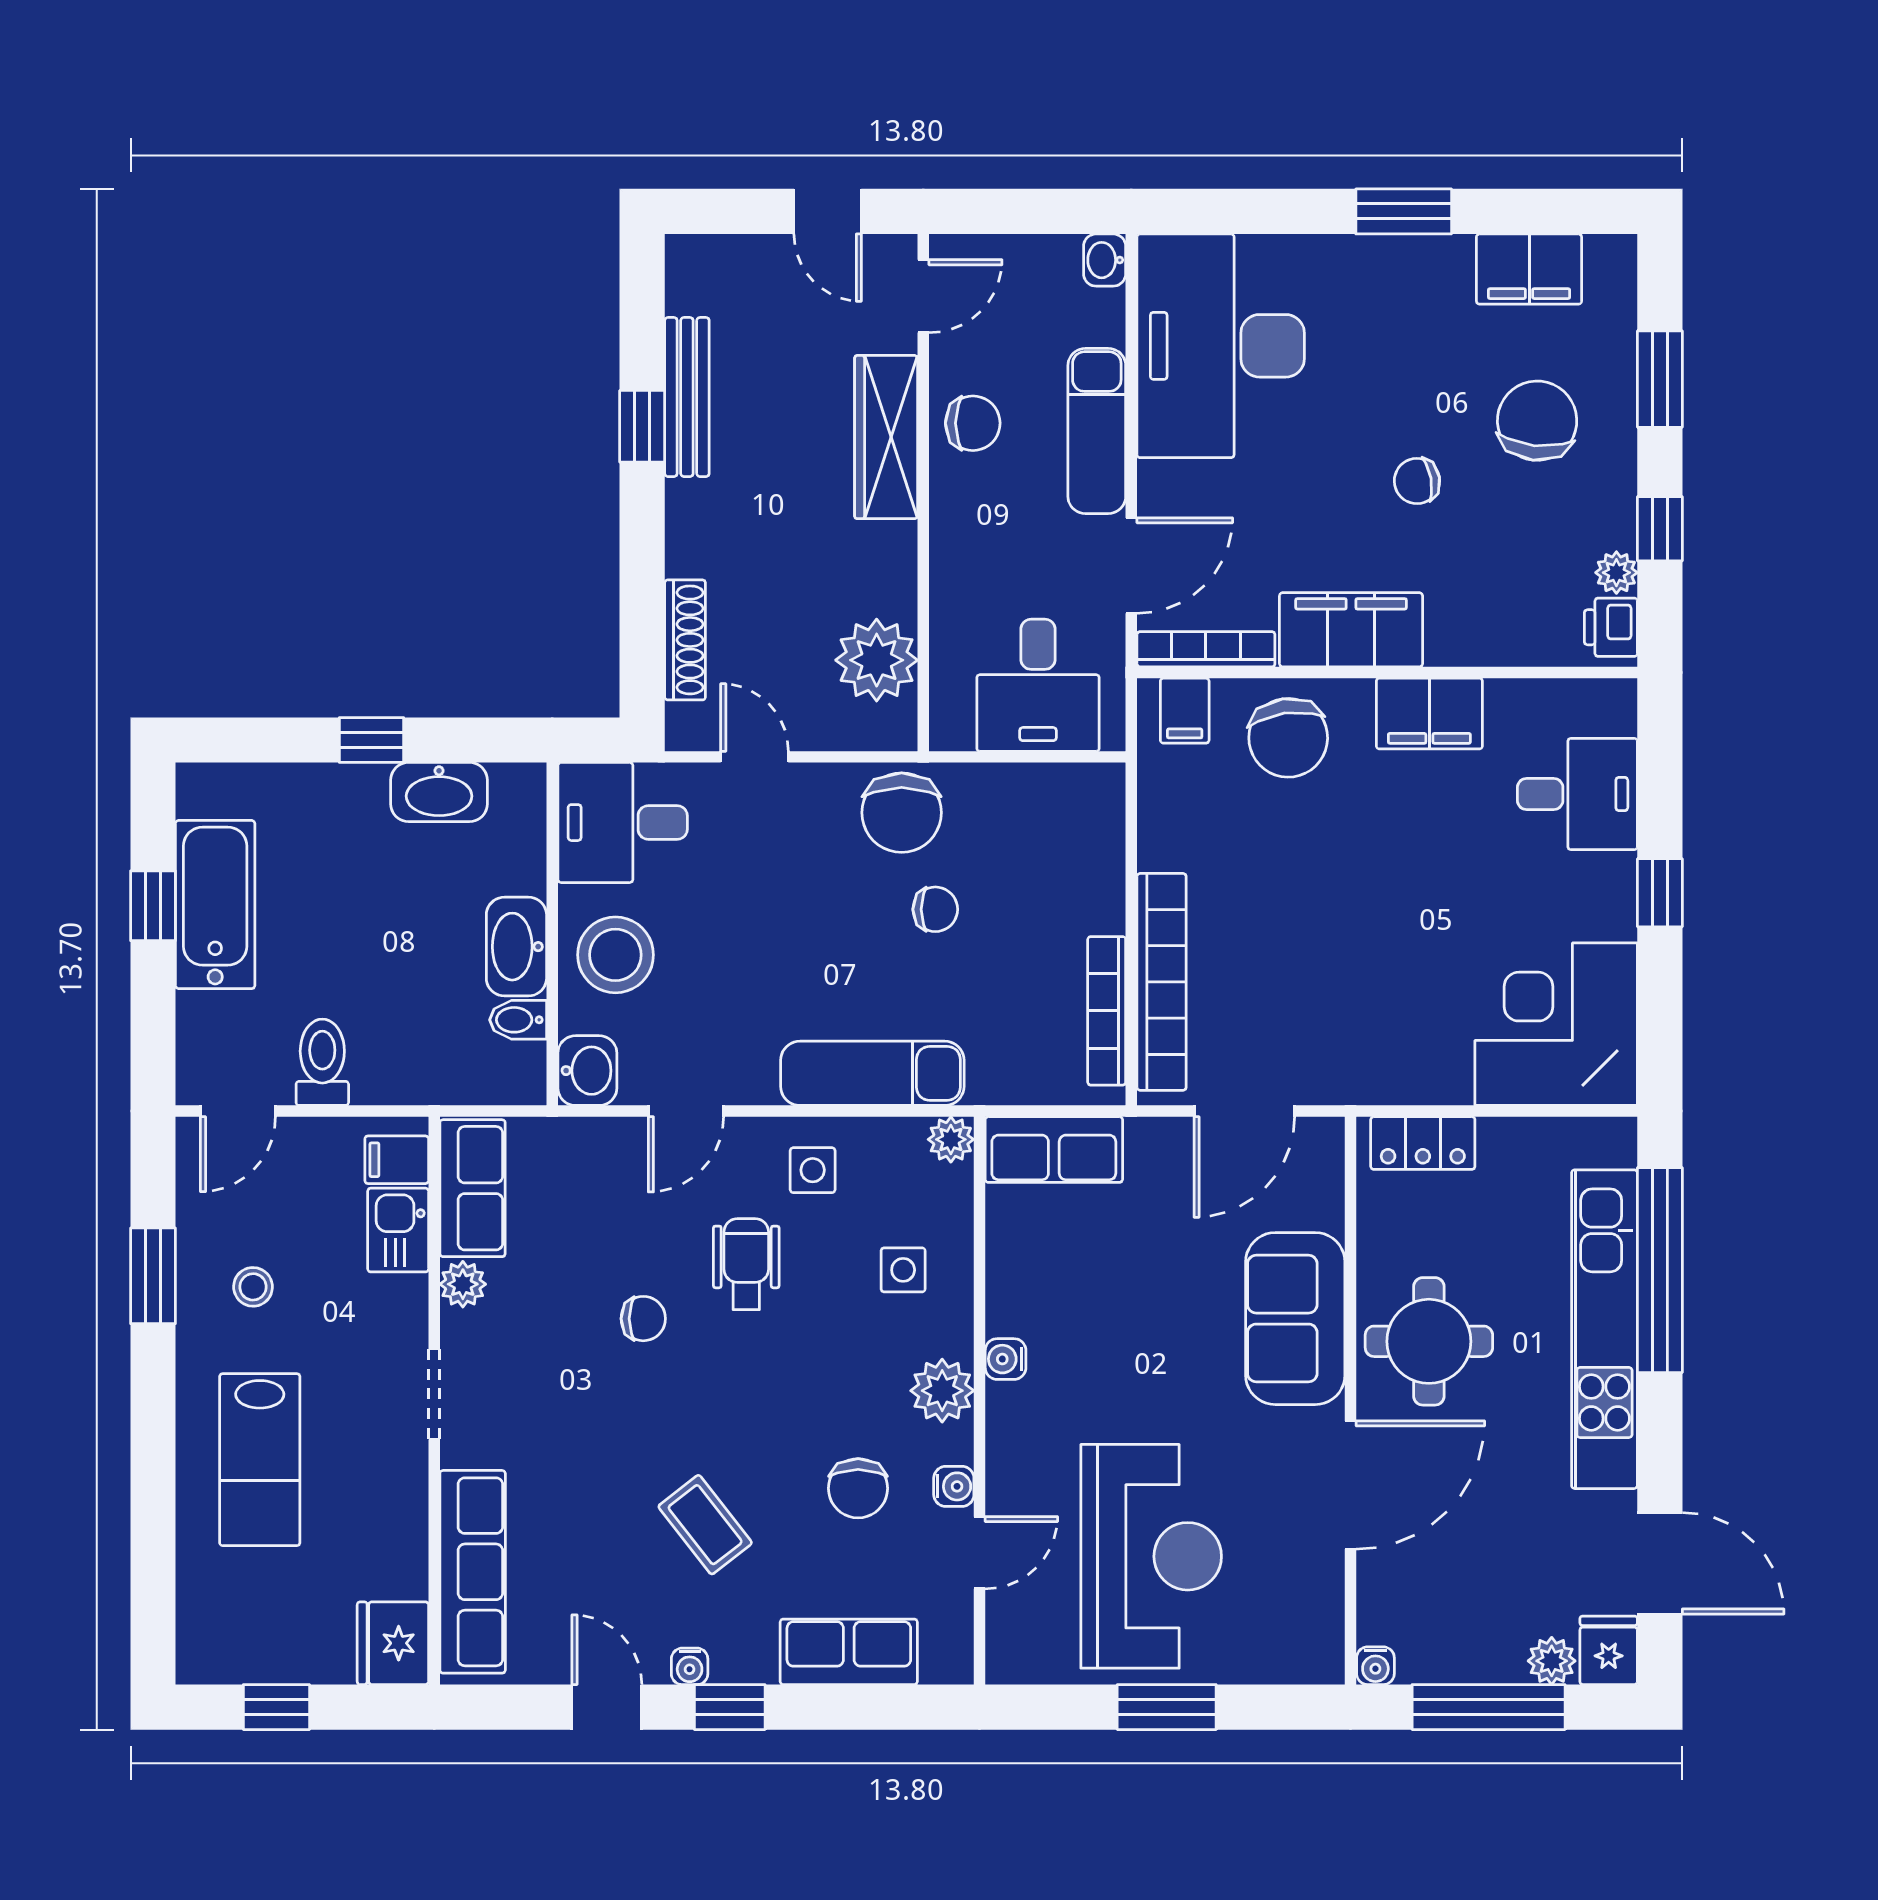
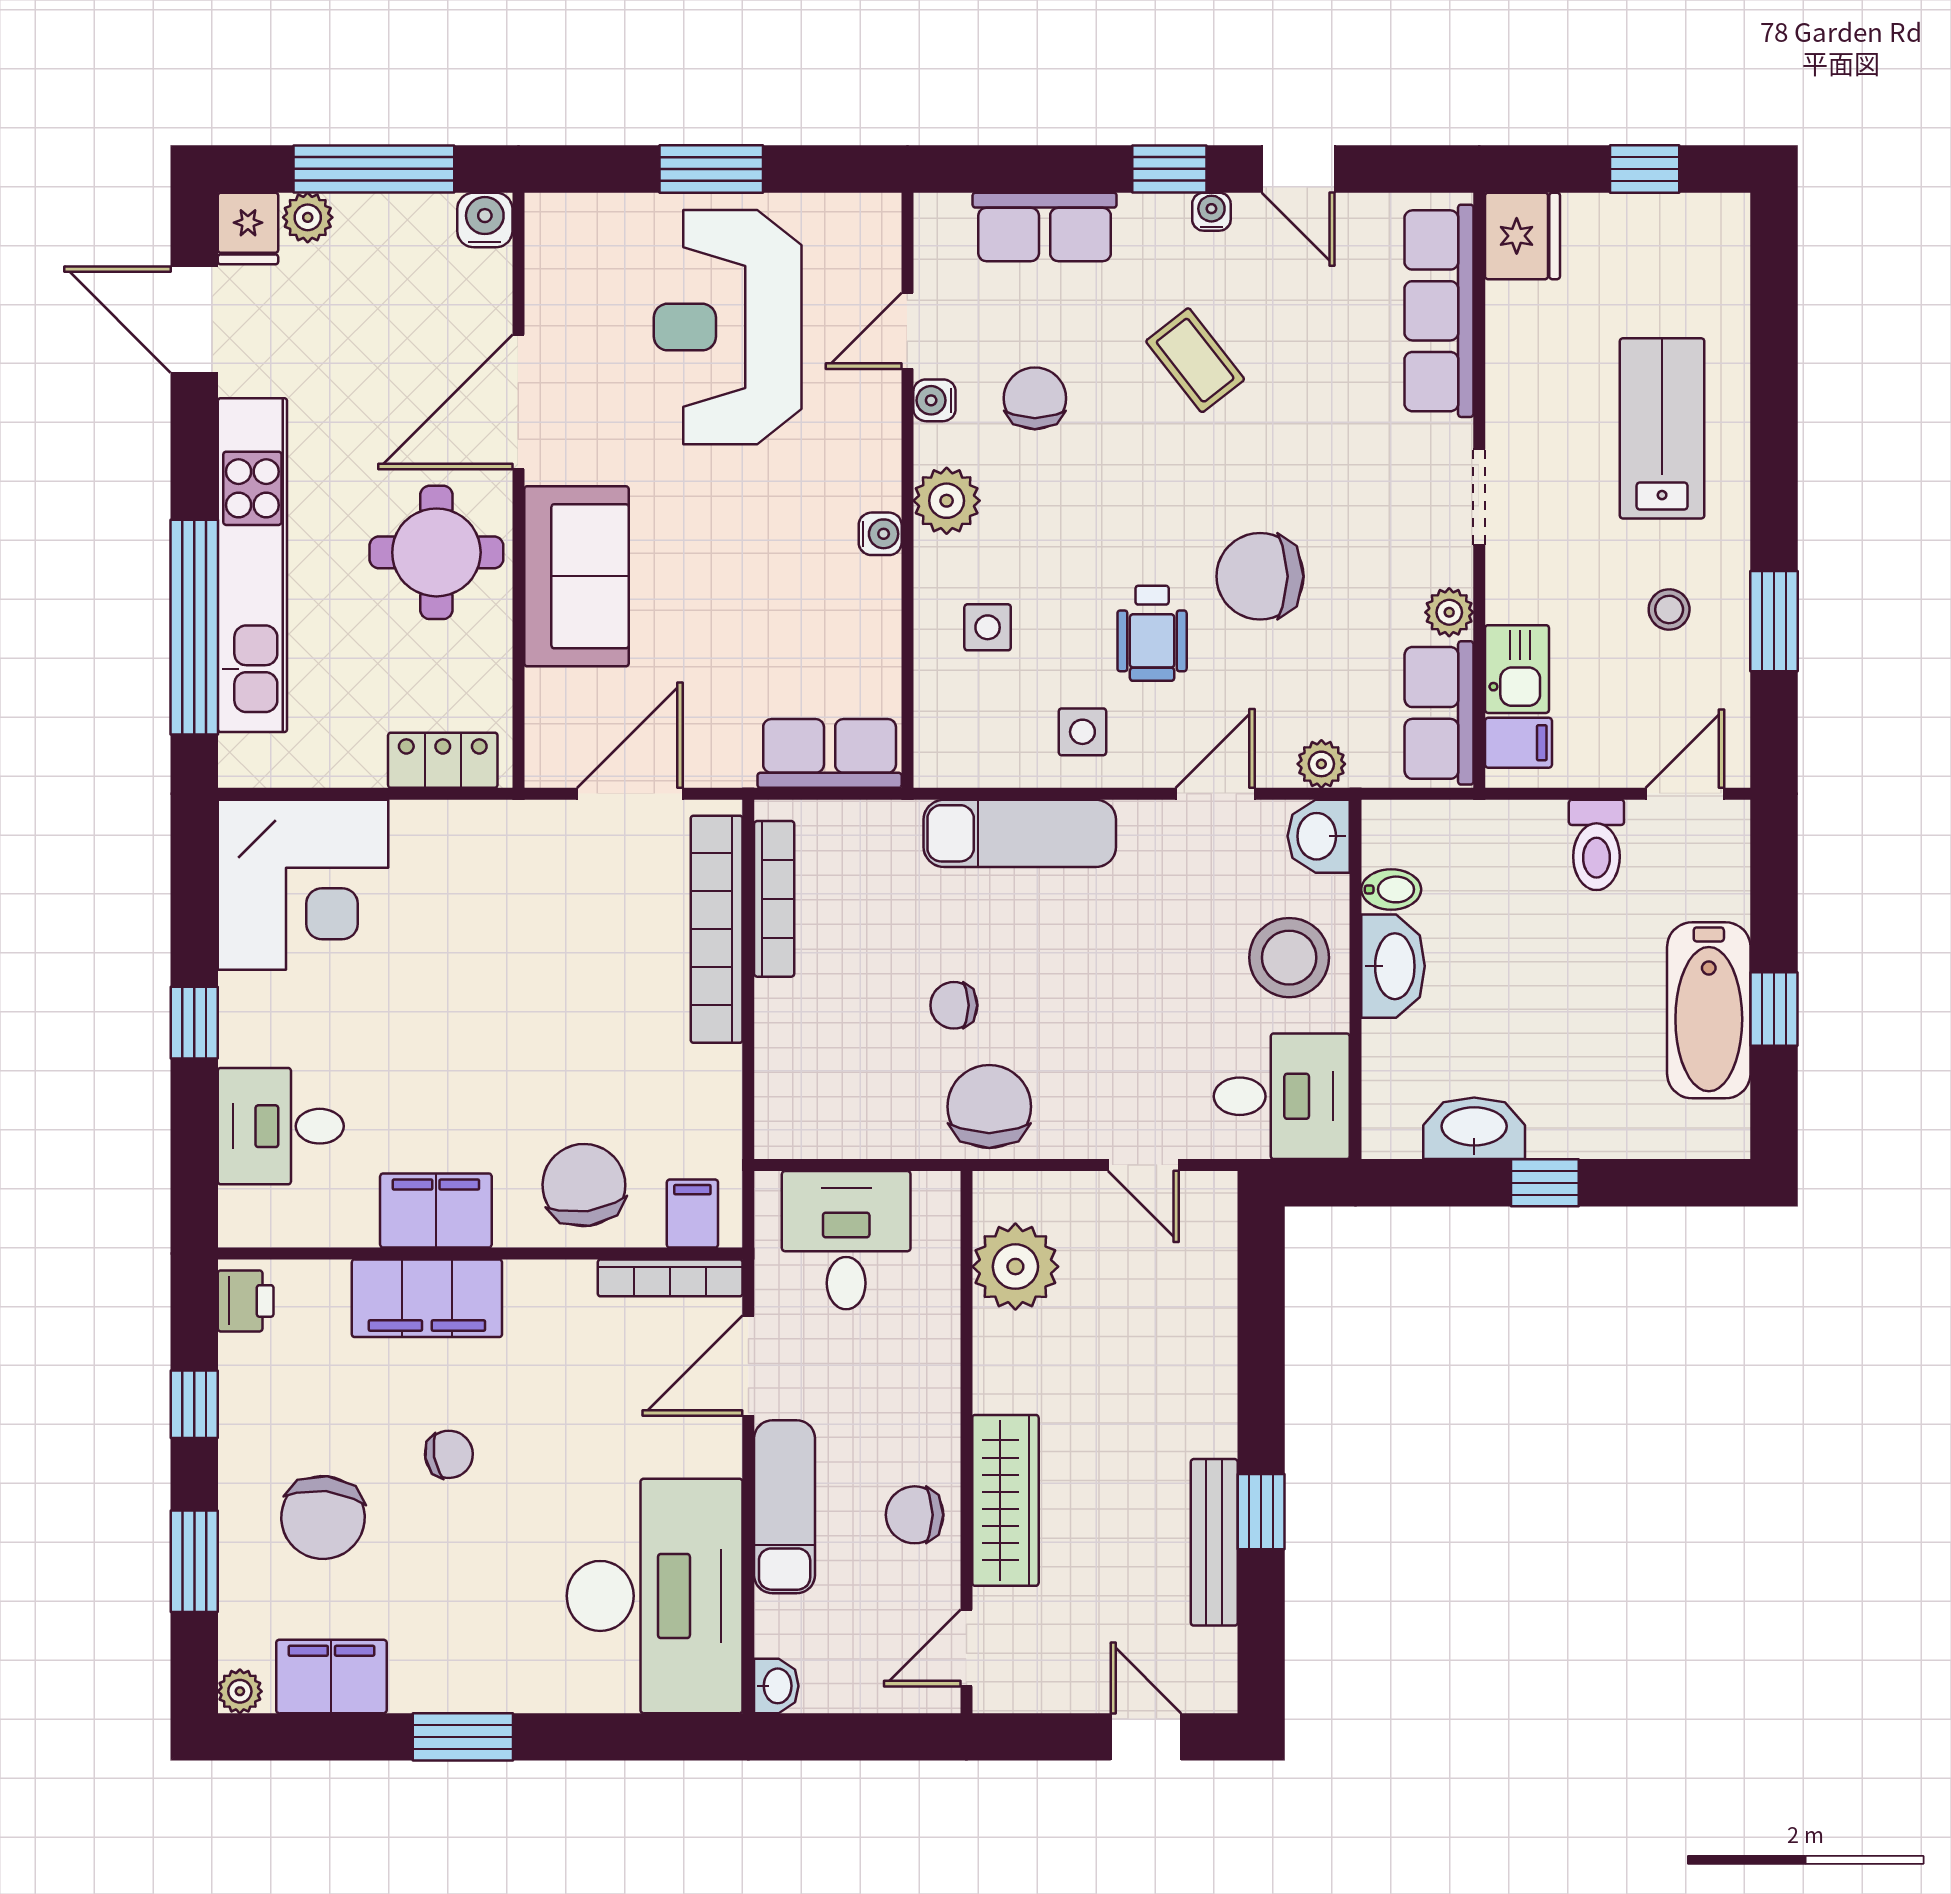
door: (828, 211) -> (1146, 1737), moved
plant: (1616, 573) -> (240, 1691), moved
filing cabinet: (1351, 630) -> (427, 1298), moved
shoe rack: (685, 640) -> (1216, 1288), removed
plant: (951, 1139) -> (1321, 764), moved
chair: (643, 1319) -> (1260, 576), width x1.87, depth x1.87
water cooler: (1375, 1666) -> (485, 220), width x1.38, depth x1.38

